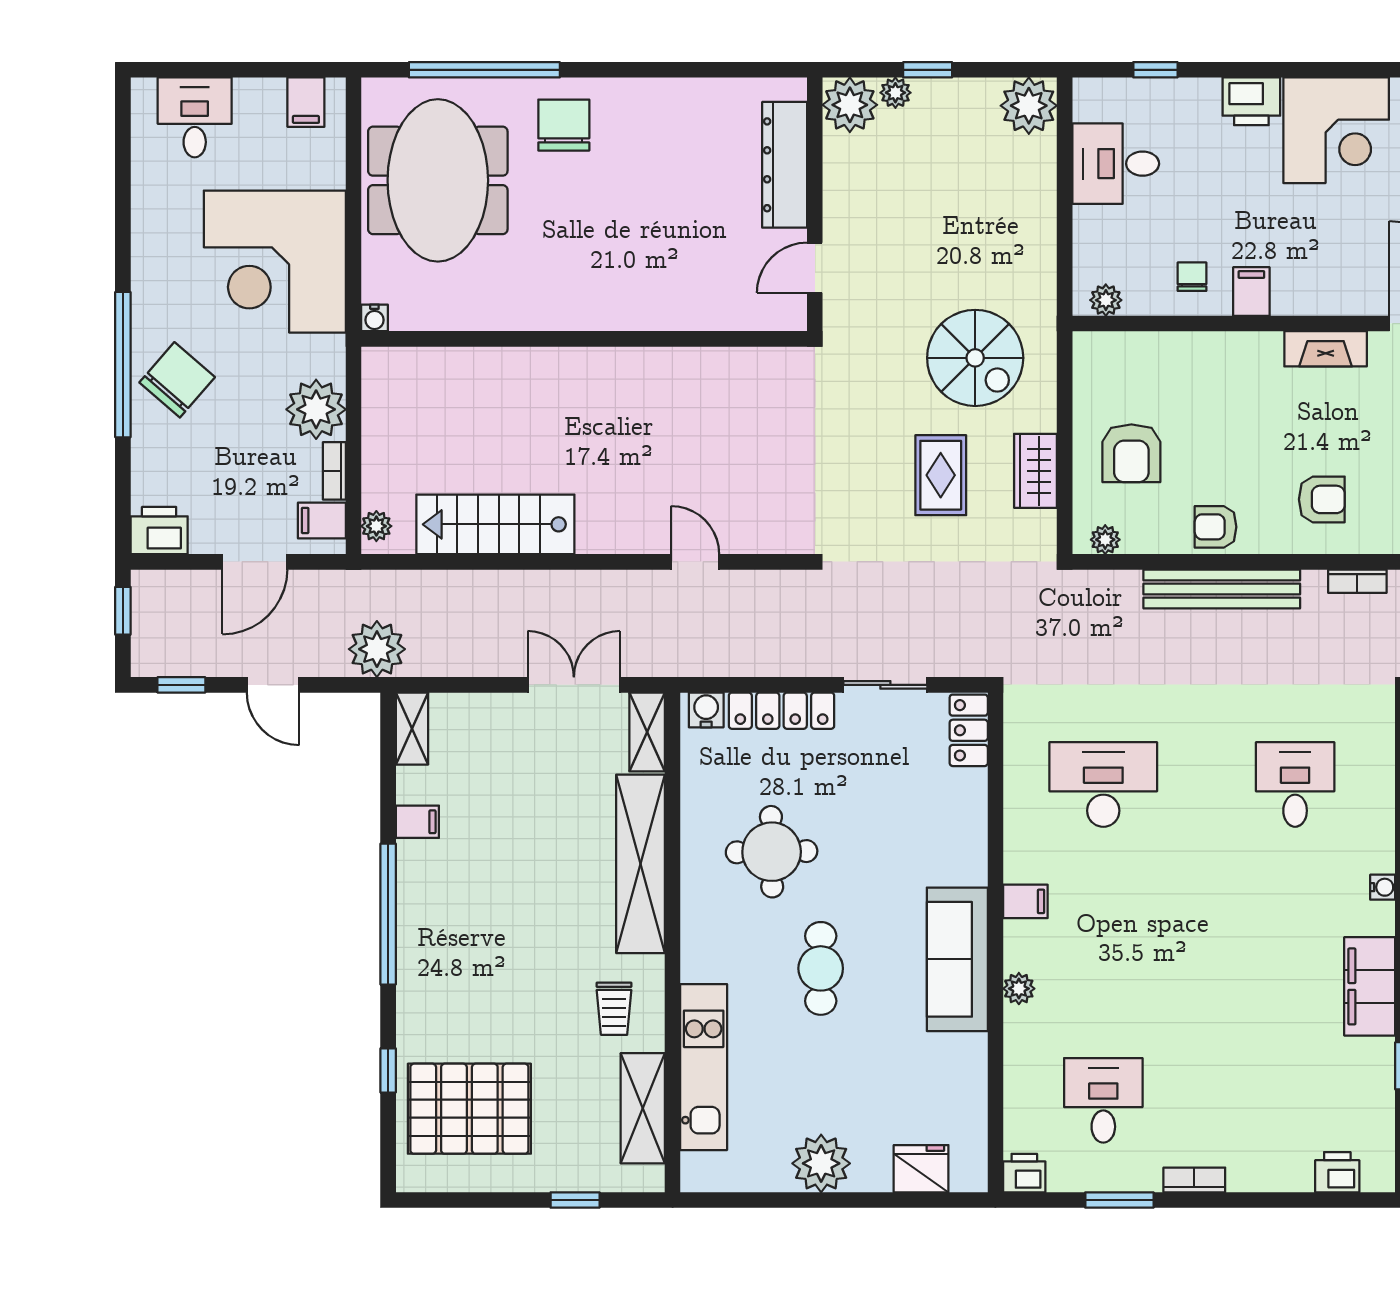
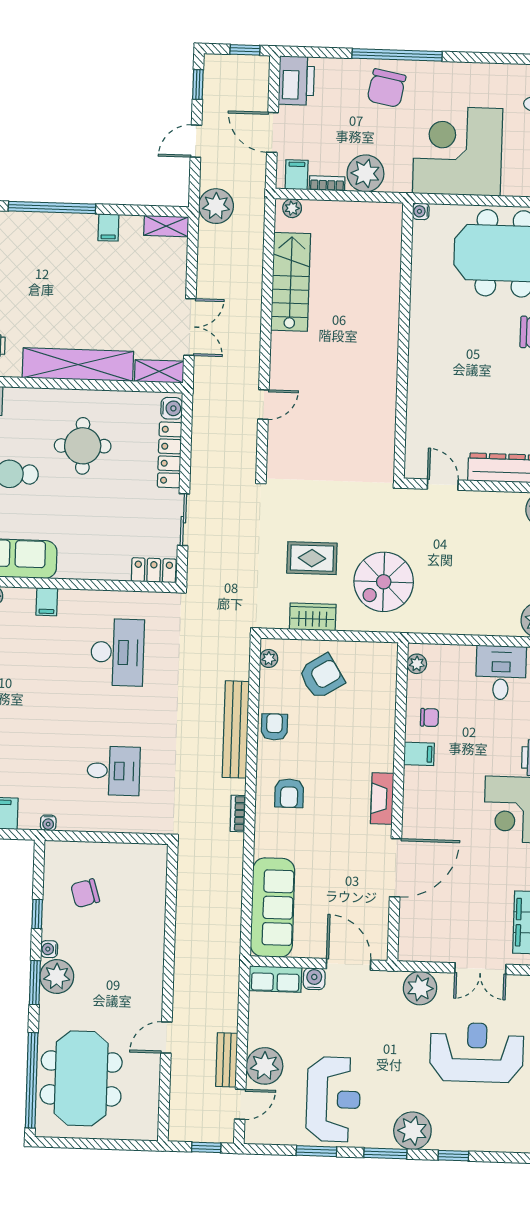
chair: (177, 380) -> (387, 88), turned 60
armchair: (1131, 453) -> (322, 676), turned 148
printer: (159, 531) -> (296, 81), width x1.37, depth x1.19

